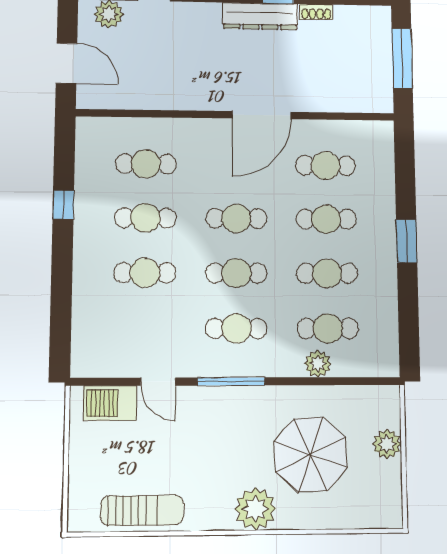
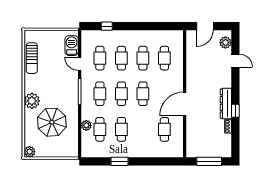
door: (262, 115) -> (185, 104), hinge flipped
window: (63, 205) -> (107, 26), moved
cafe table: (326, 219) -> (100, 58), moved
window: (407, 241) -> (119, 161), moved
door: (158, 382) -> (80, 64), hinge flipped
plant: (387, 444) -> (30, 152), moved

